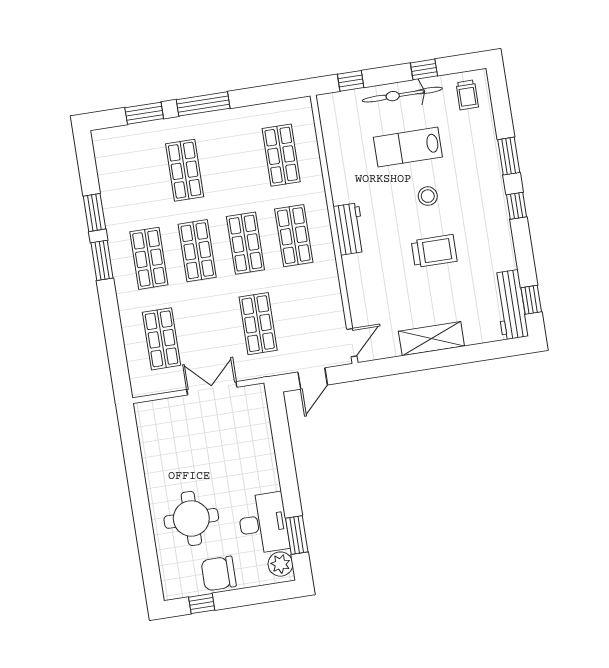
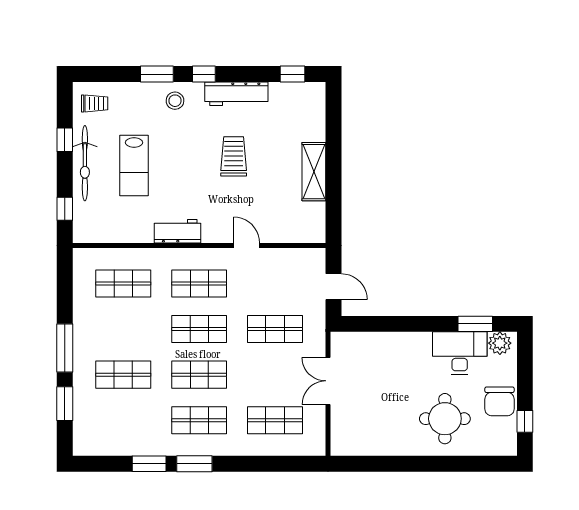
stool: (428, 196) -> (175, 101), moved
workbench: (350, 229) -> (178, 231), moved
workbench: (511, 305) -> (236, 94), moved
door: (352, 343) -> (247, 245), moved

